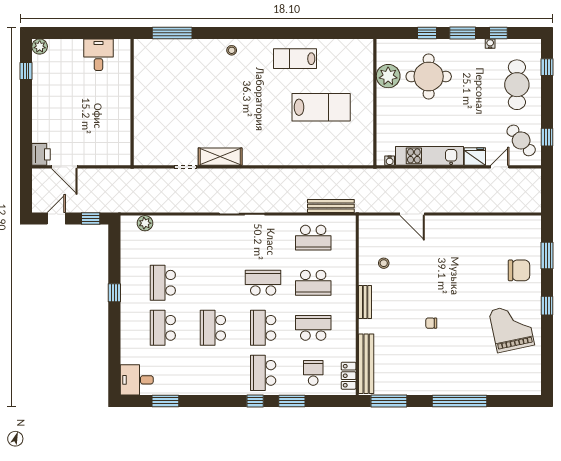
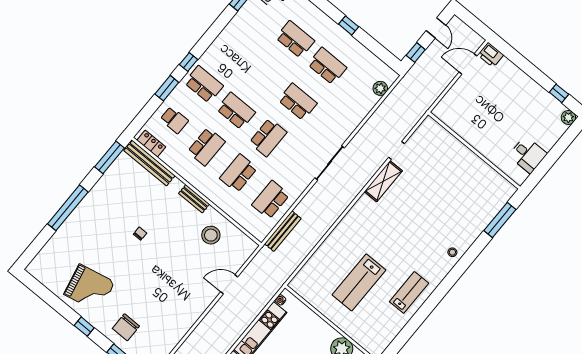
stool: (384, 263) -> (211, 235), width x1.89, depth x1.89
school desk: (213, 328) -> (298, 102), moved

